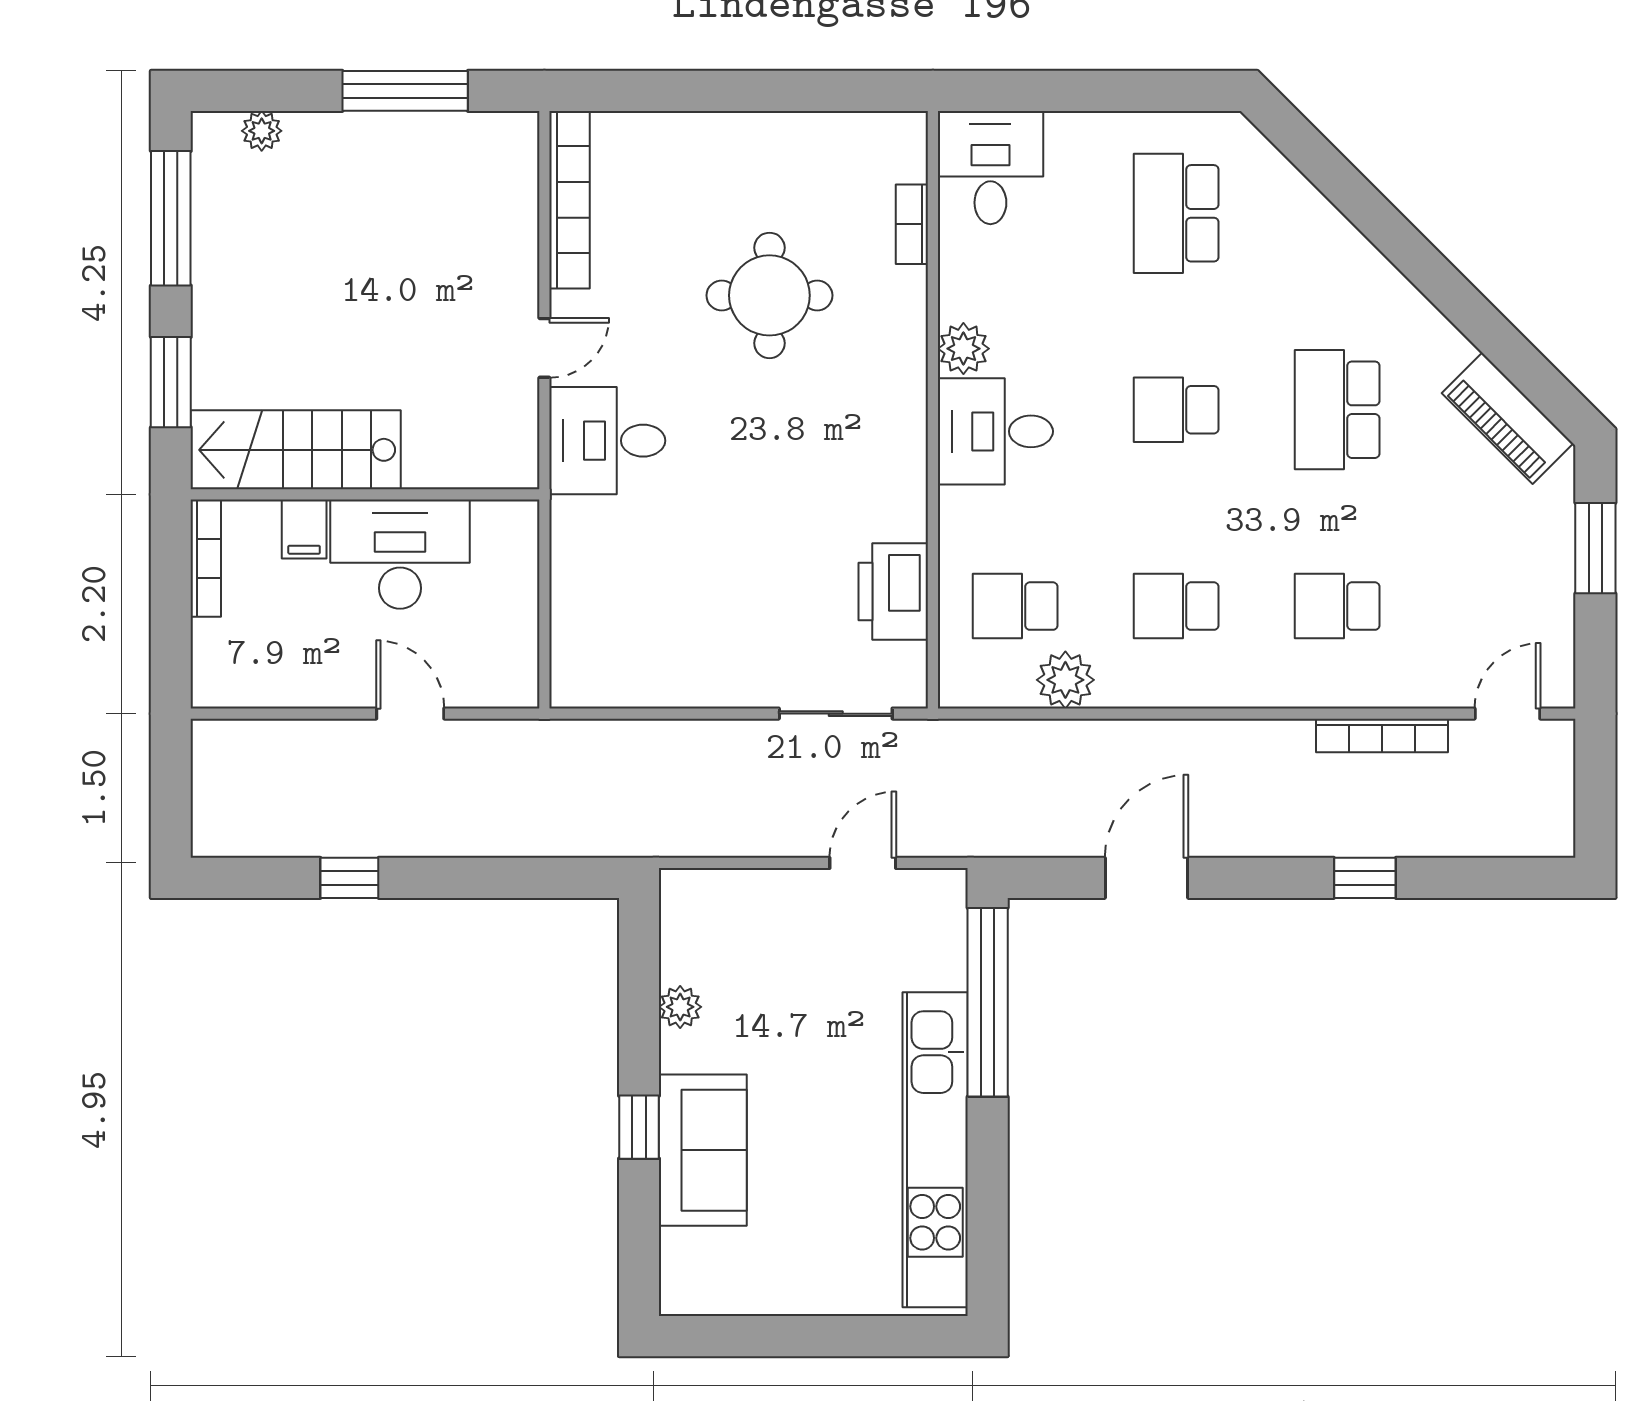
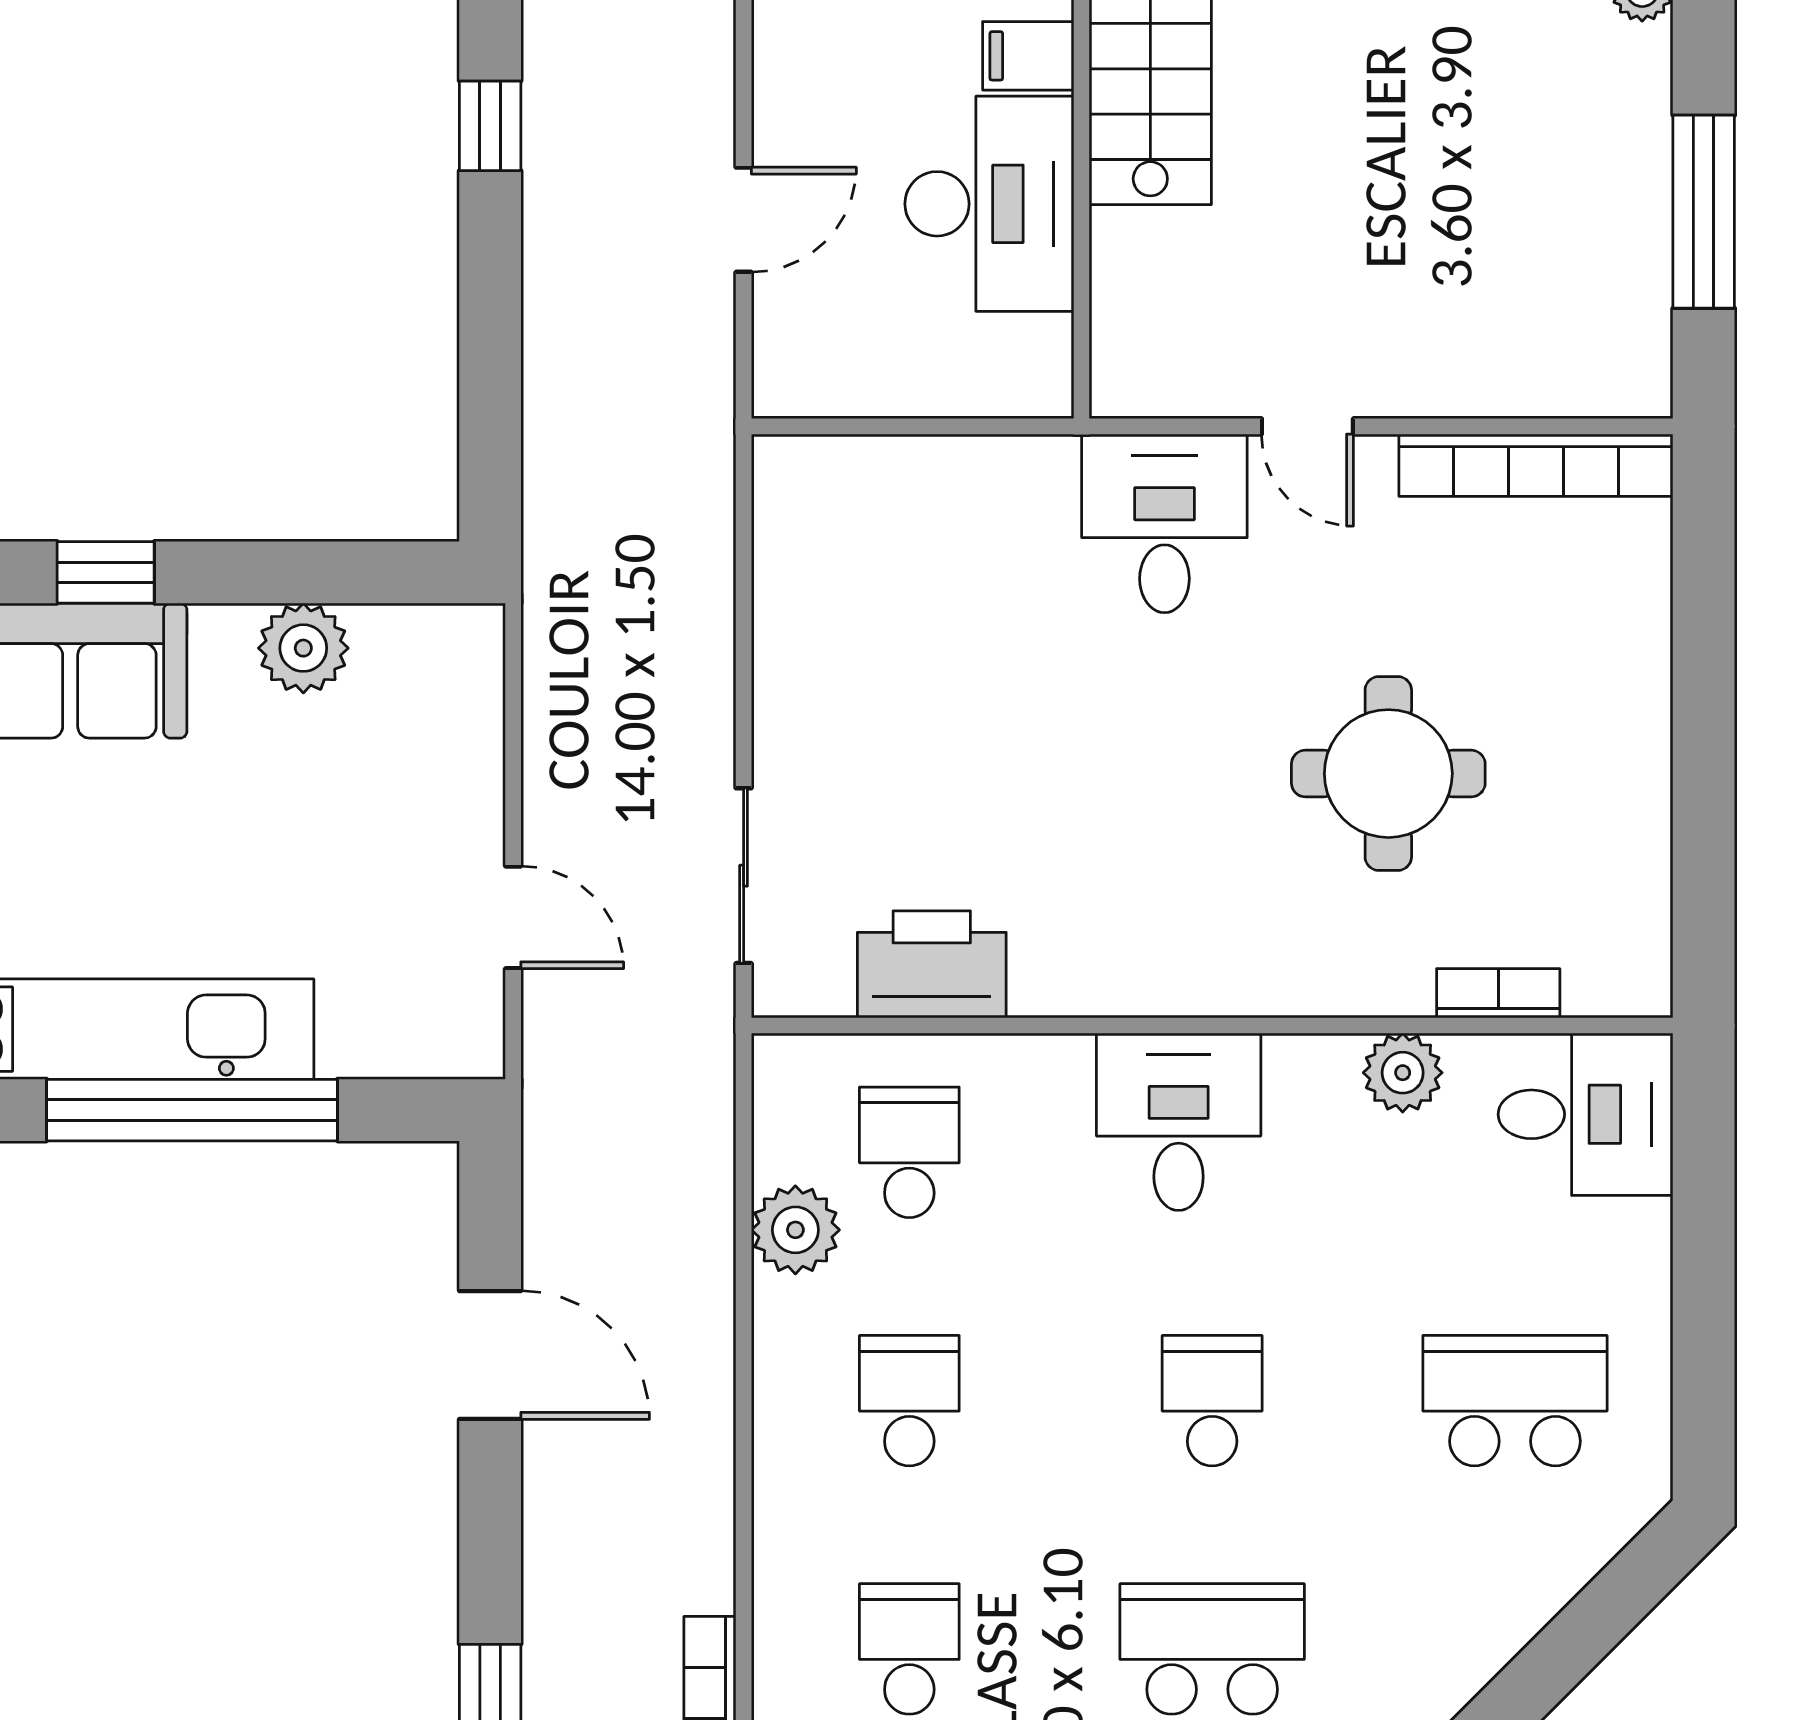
plant: (963, 349) -> (1403, 1073), moved
window: (988, 1002) -> (192, 1110), moved
plant: (680, 1007) -> (303, 648), width x1.38, depth x1.38

